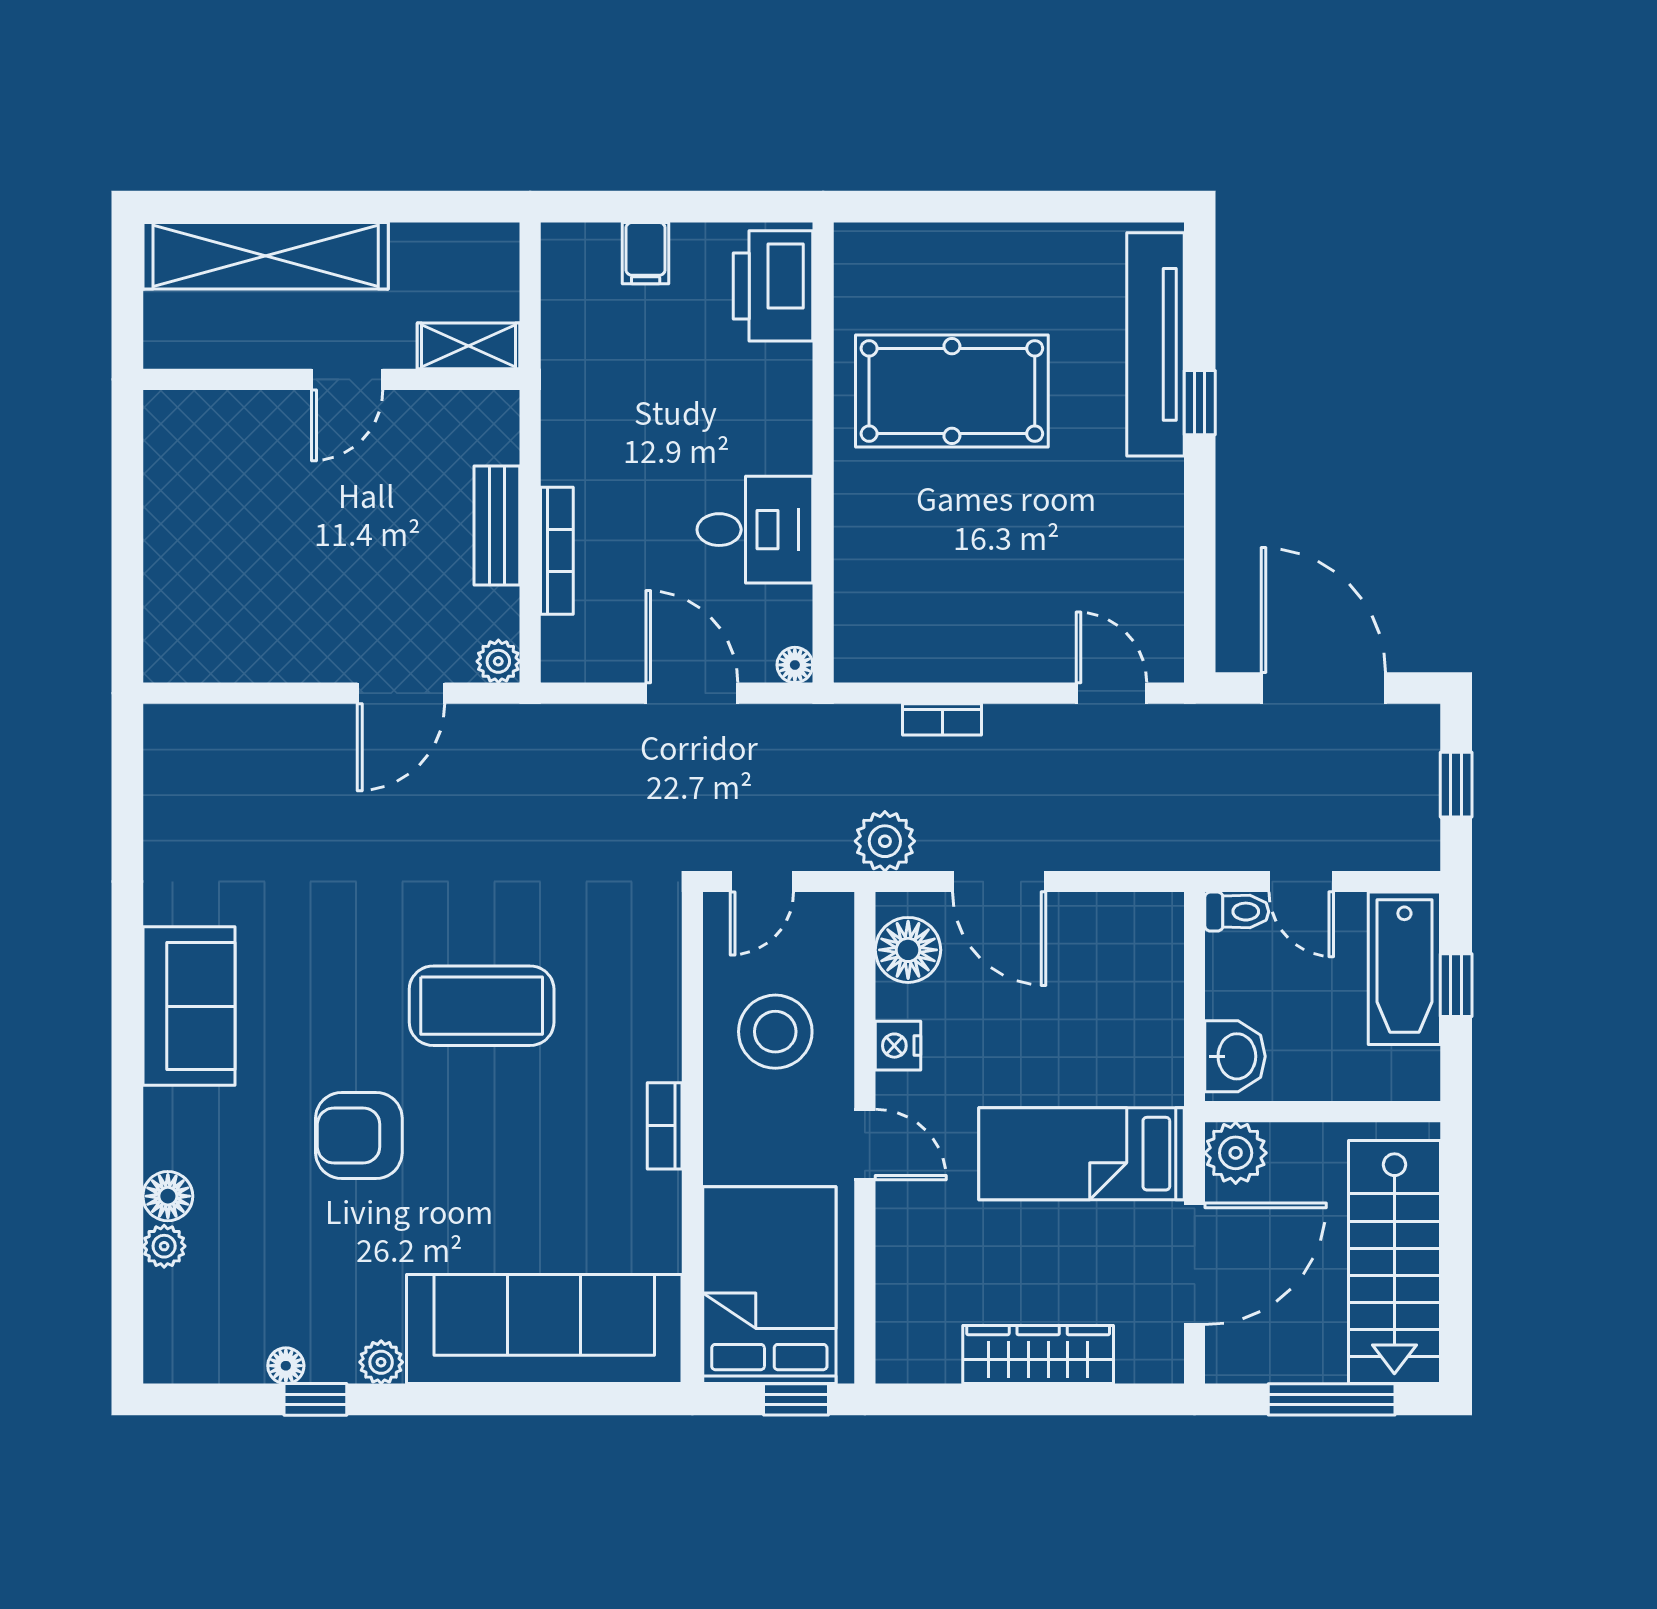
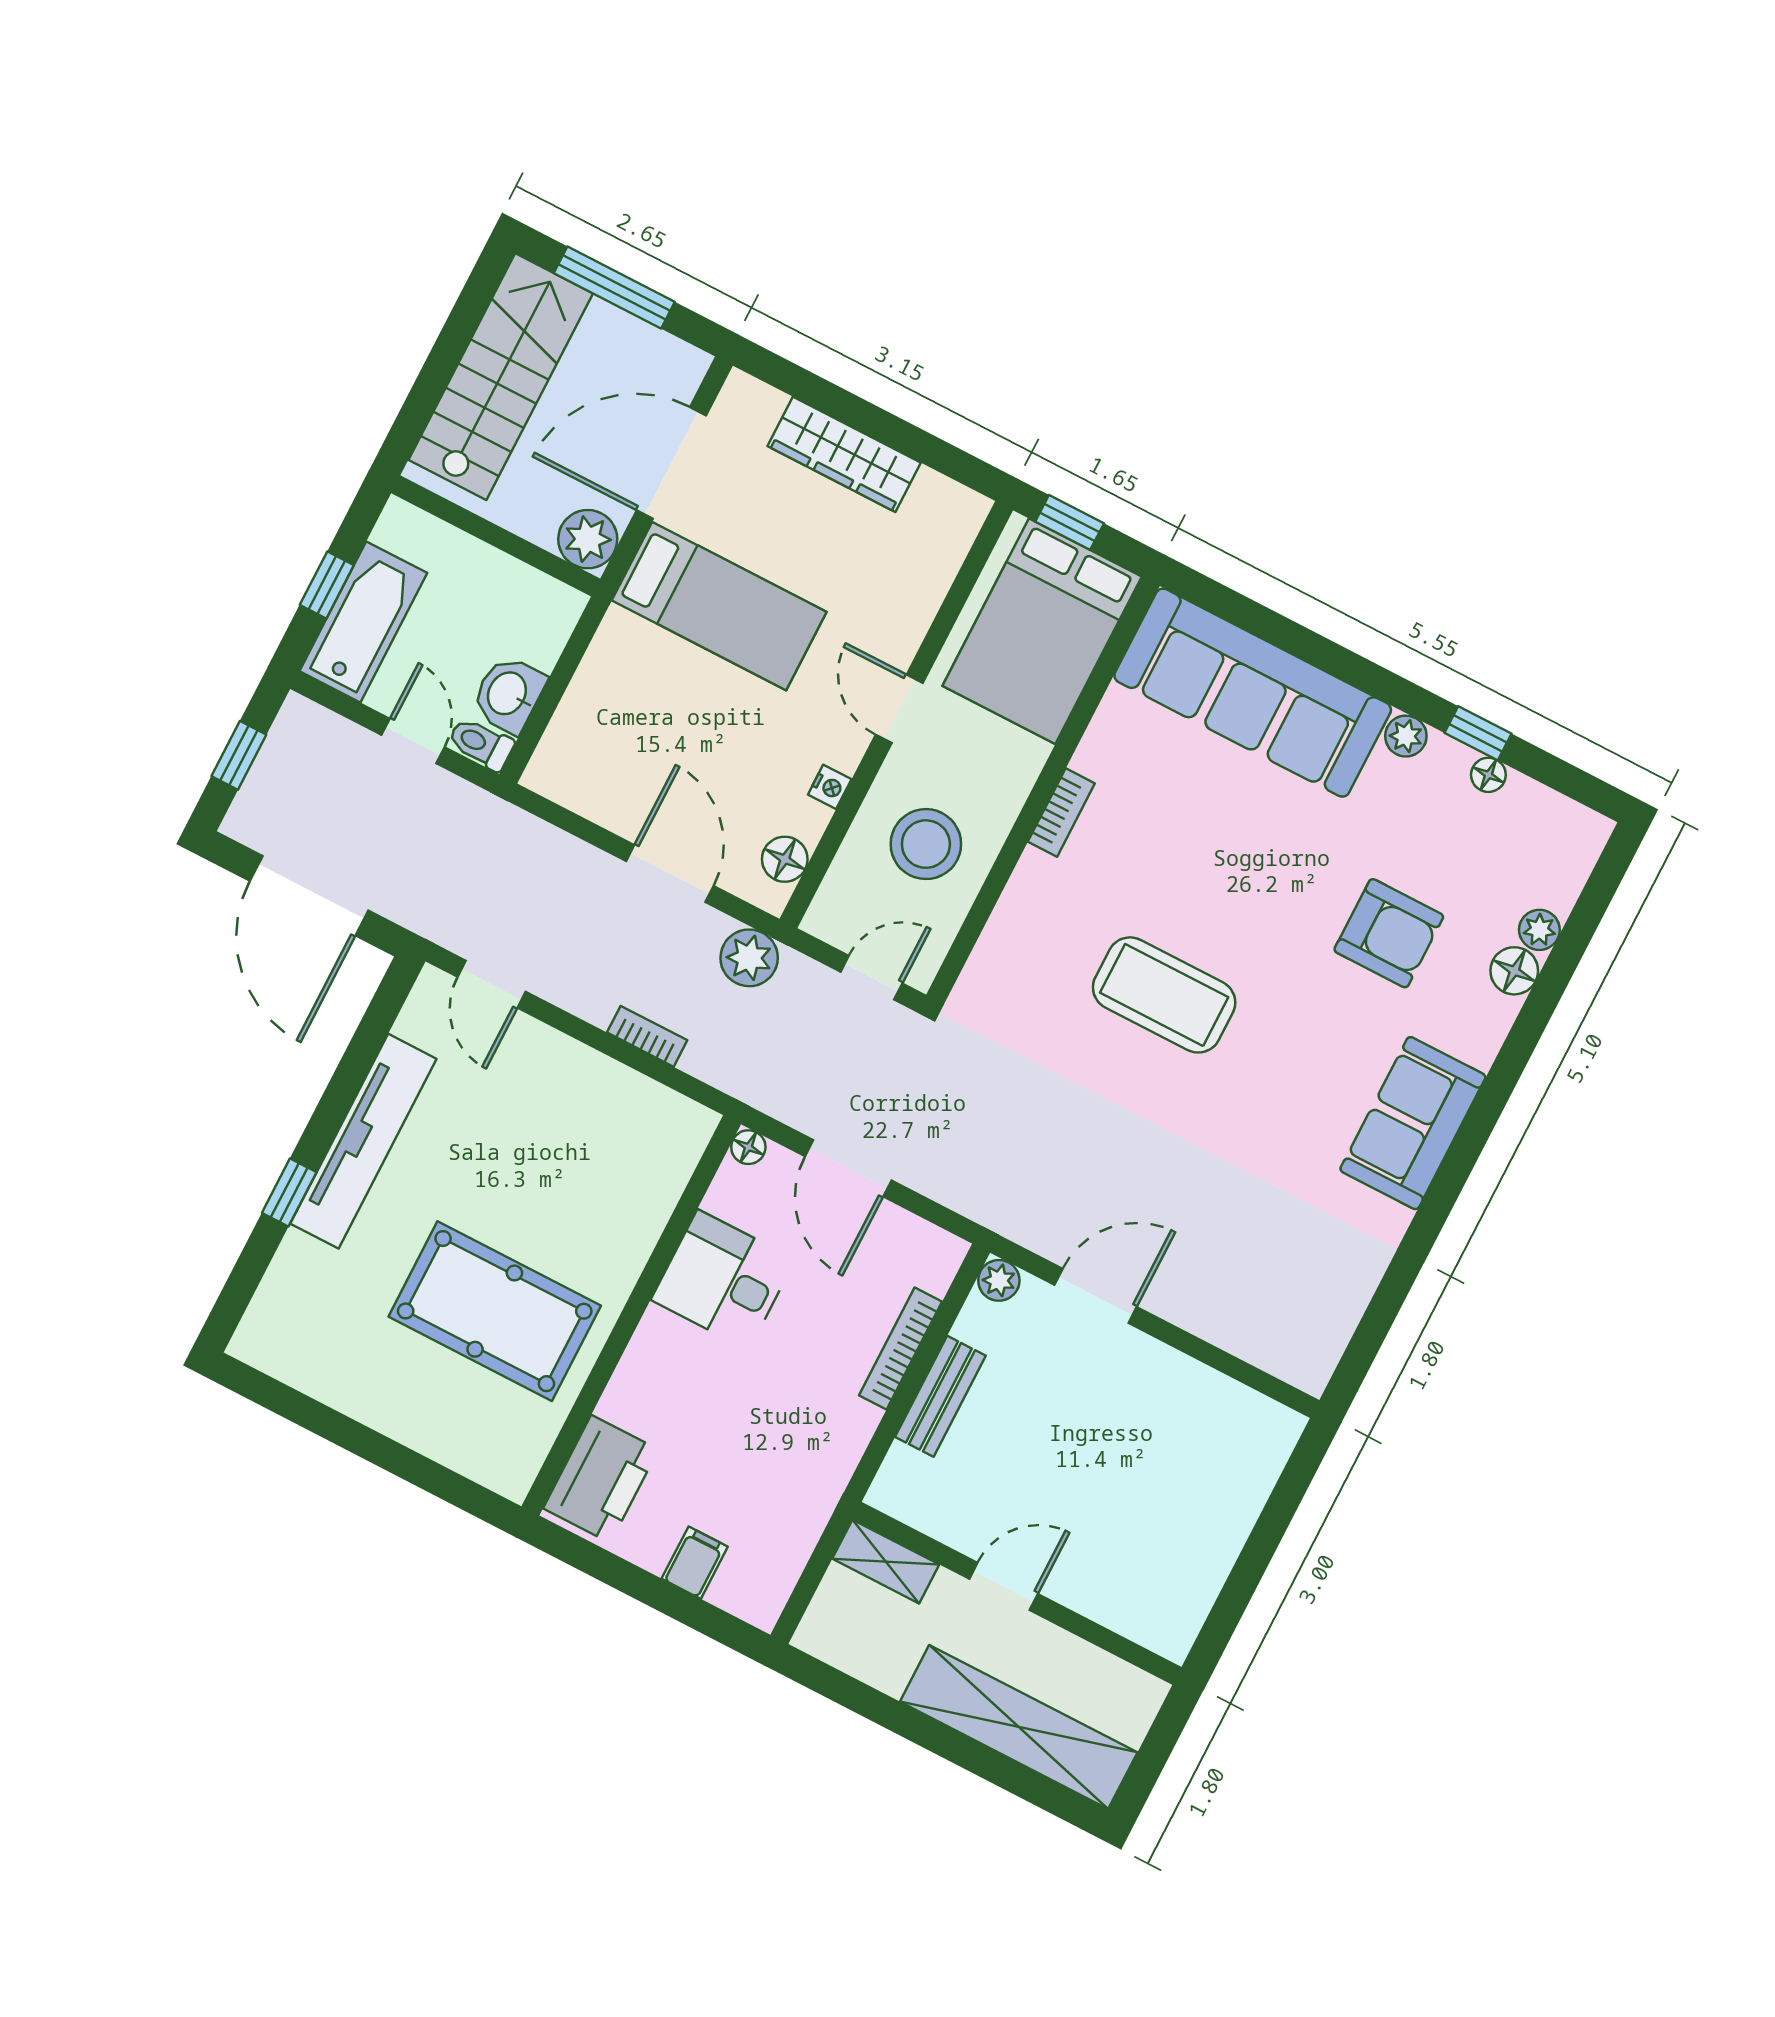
tv unit: (1155, 344) -> (363, 1141), moved
floor lamp: (908, 950) -> (785, 859), width x0.73, depth x0.73
nightstand: (898, 1046) -> (830, 787), width x0.72, depth x0.74
washbasin: (1235, 1056) -> (508, 694), moved
armchair: (359, 1135) -> (1389, 933), moved

